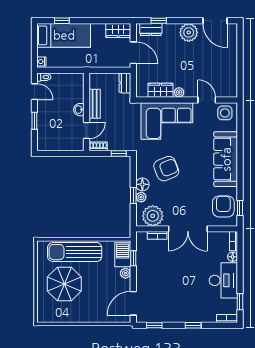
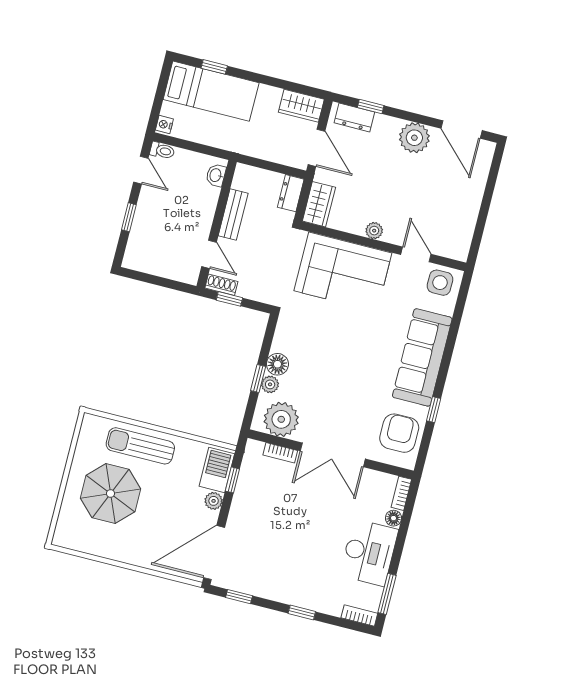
wardrobe: (161, 90) -> (319, 204), moved, turned 90
washbasin: (79, 110) -> (216, 175), moved
door: (86, 131) -> (209, 254), hinge flipped
window: (119, 153) -> (229, 299), moved
armchair: (166, 169) -> (322, 349), removed
window: (240, 208) -> (434, 410), moved
sun lounger: (75, 252) -> (140, 446), width x0.73, depth x0.75
window: (240, 302) -> (387, 594), width x1.50
door: (133, 303) -> (214, 553), width x1.36

